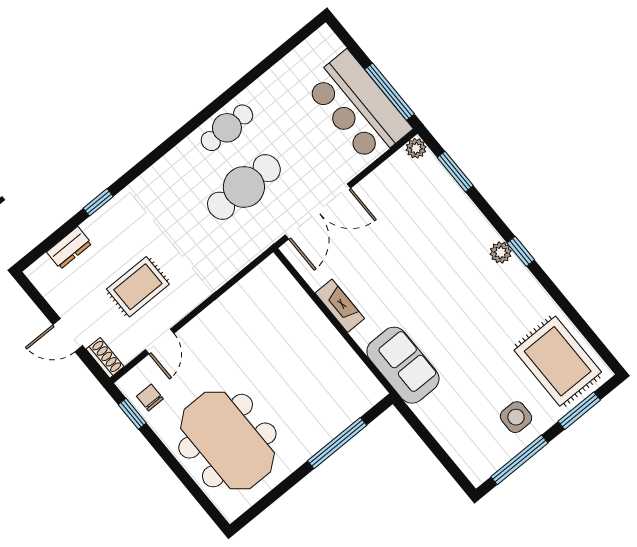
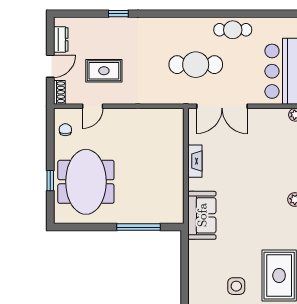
cafe table: (227, 128) -> (233, 30), moved
dresser: (69, 248) -> (61, 39), moved, turned -90
door: (68, 335) -> (50, 66), swing flipped
window: (132, 414) -> (50, 181), moved

